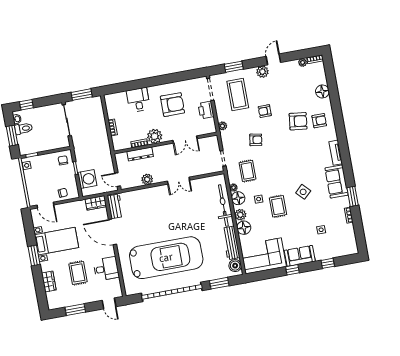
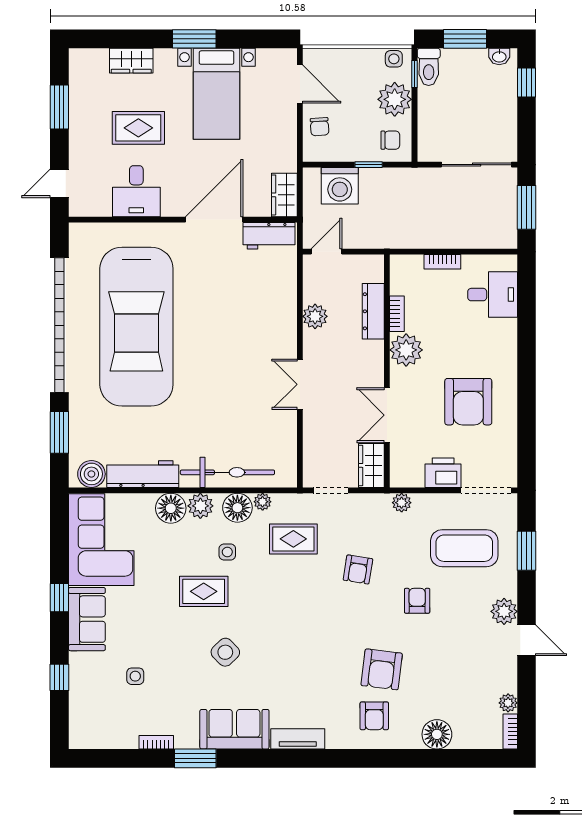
desk: (138, 100) -> (493, 295), moved
toilet: (24, 129) -> (429, 67), moved
wardrobe: (209, 142) -> (371, 465), added
plant: (45, 162) -> (395, 99), added
door: (45, 205) -> (300, 84), swing flipped

